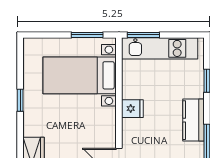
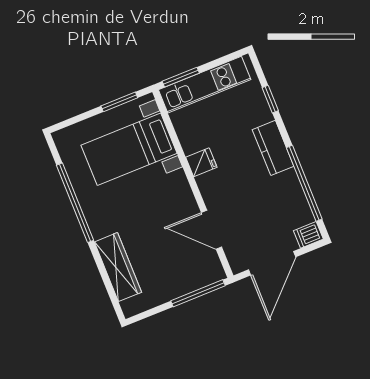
window: (20, 100) -> (75, 203), width x3.17

